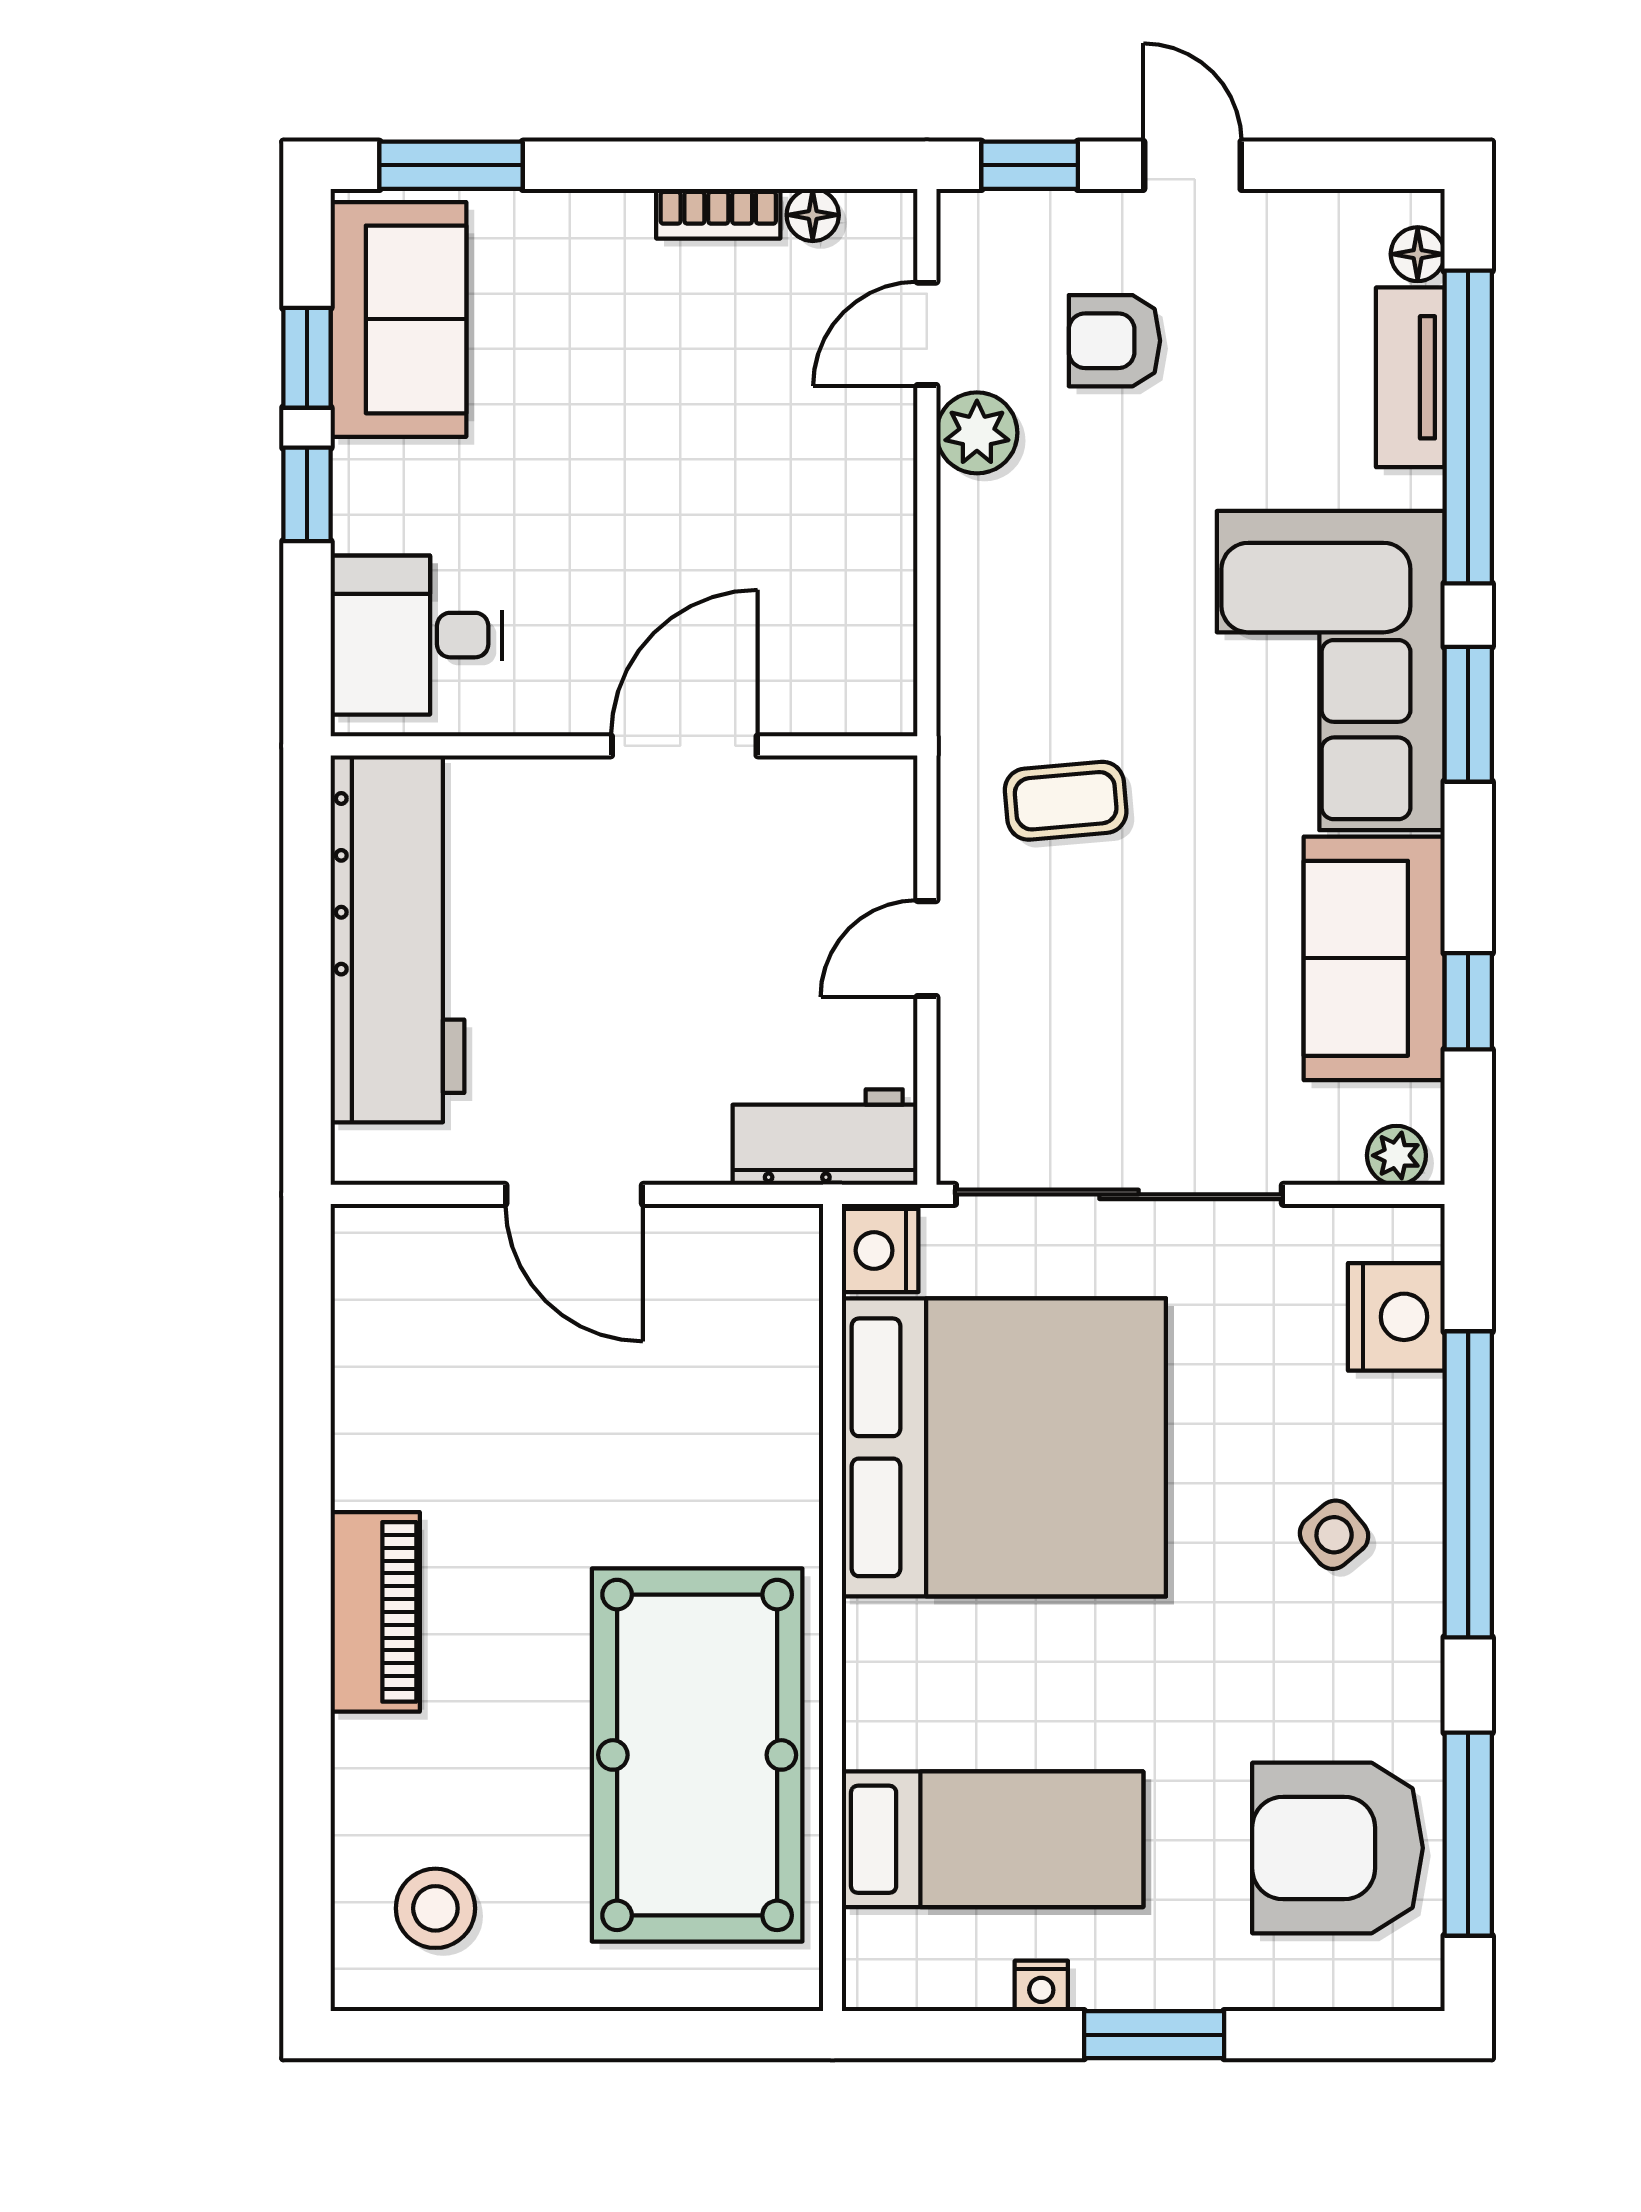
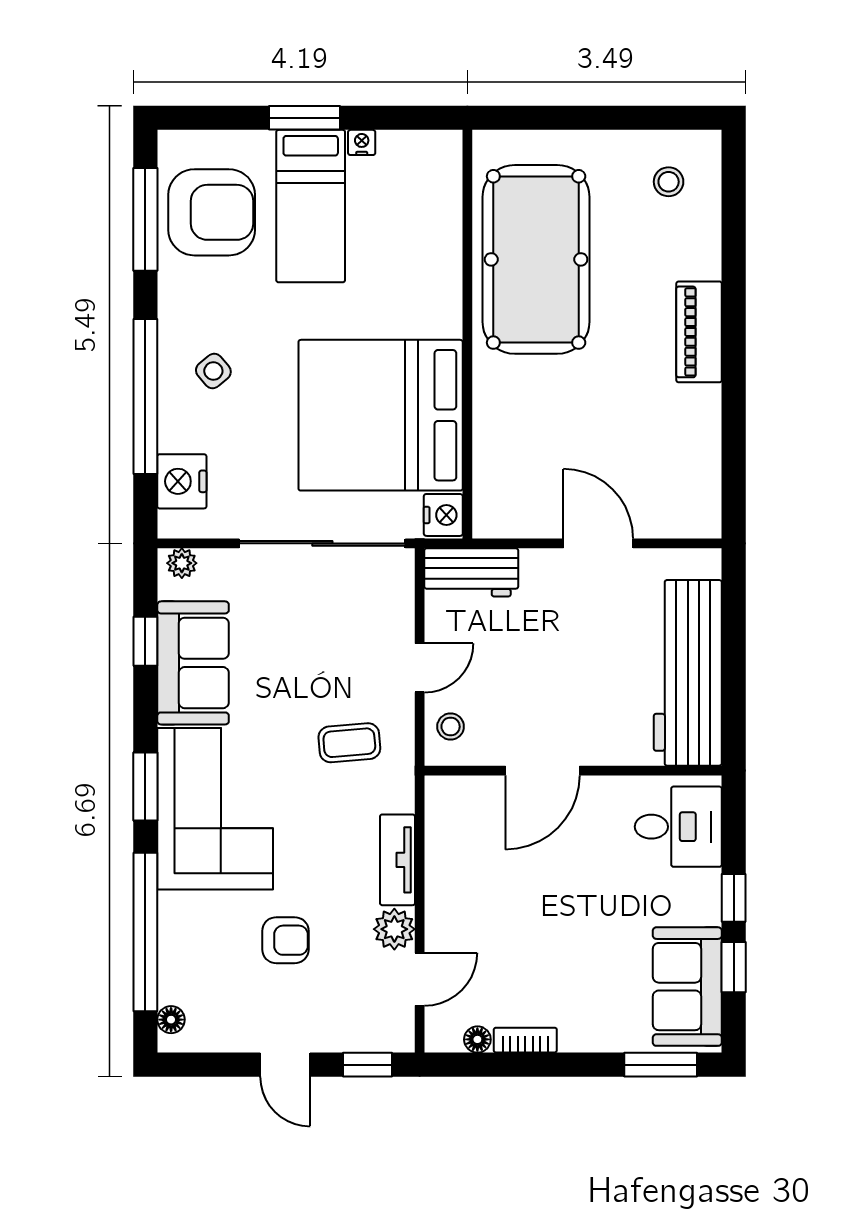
armchair: (1114, 341) -> (285, 940), moved
tv unit: (1410, 377) -> (397, 860), moved, turned 180
stool: (866, 833) -> (451, 727), added
bed: (993, 1839) -> (311, 206), moved, turned -90
stool: (435, 1908) -> (669, 182), width x0.73, depth x0.73

